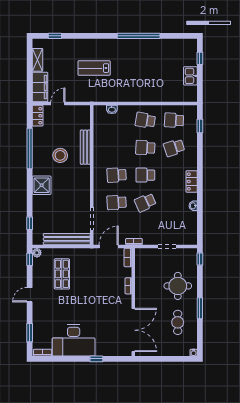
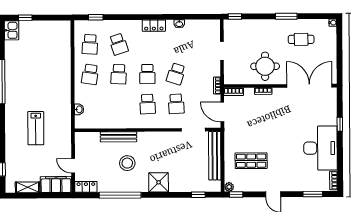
kitchen sink: (190, 76) -> (12, 30), moved, turned -90
school desk: (145, 202) -> (176, 74), turned 42
round table: (178, 286) -> (265, 66), moved

